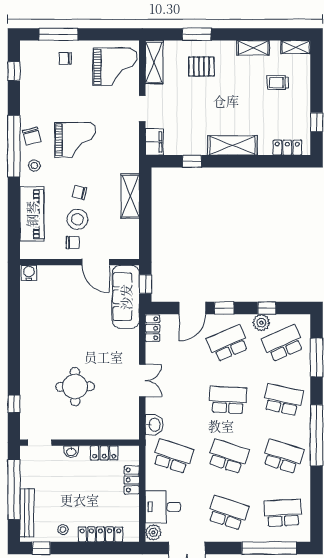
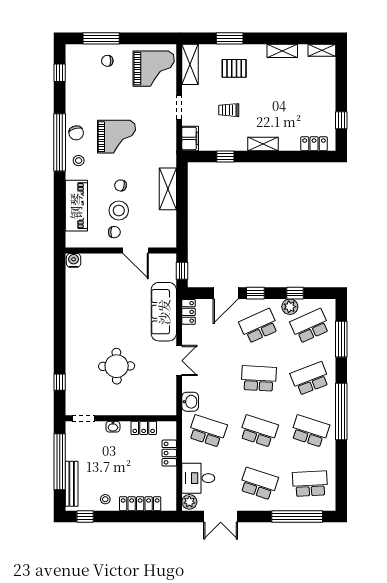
trolley: (278, 83) -> (229, 110), moved
shelving: (232, 145) -> (263, 144), width x0.67, depth x0.75
sofa: (126, 297) -> (164, 312), moved
school desk: (283, 400) -> (310, 378), turned -33

